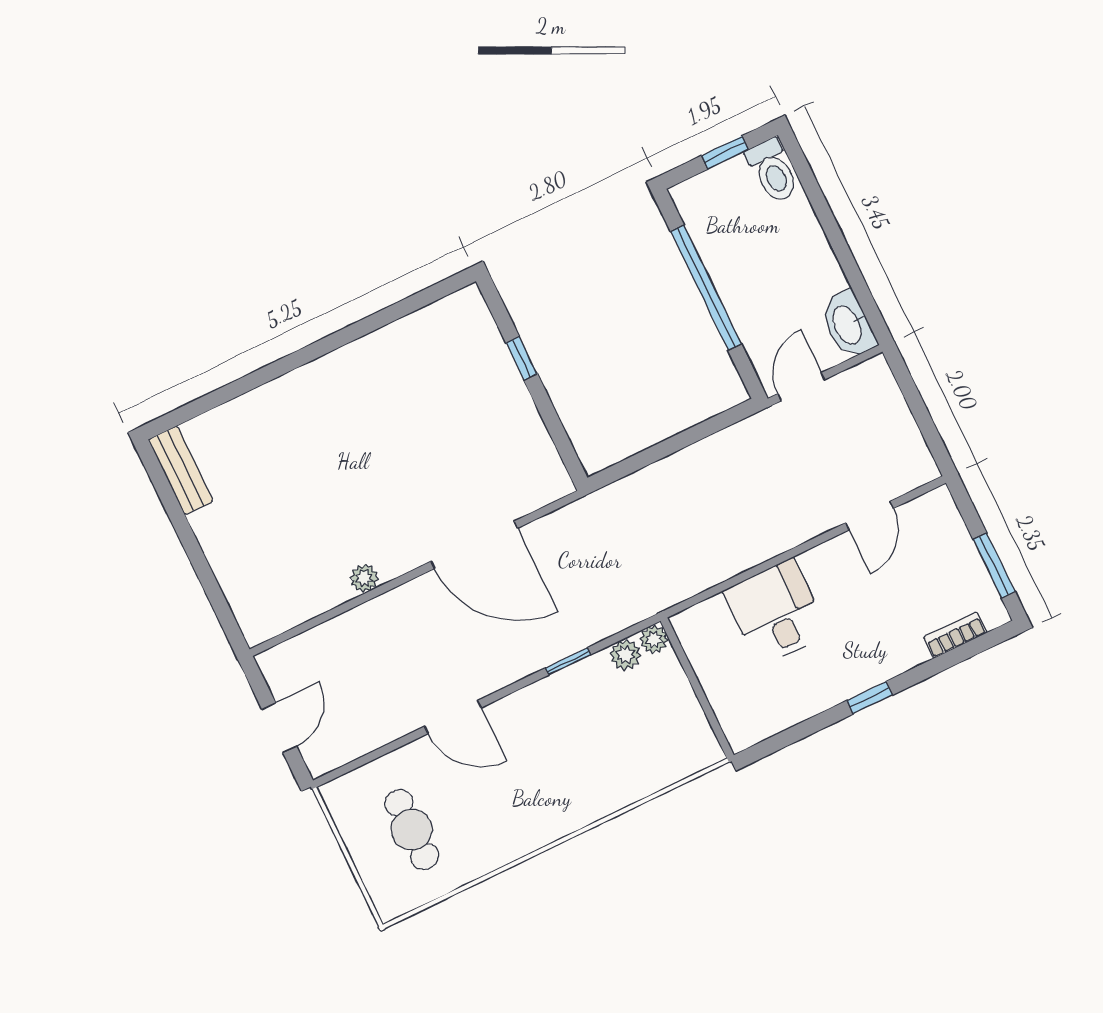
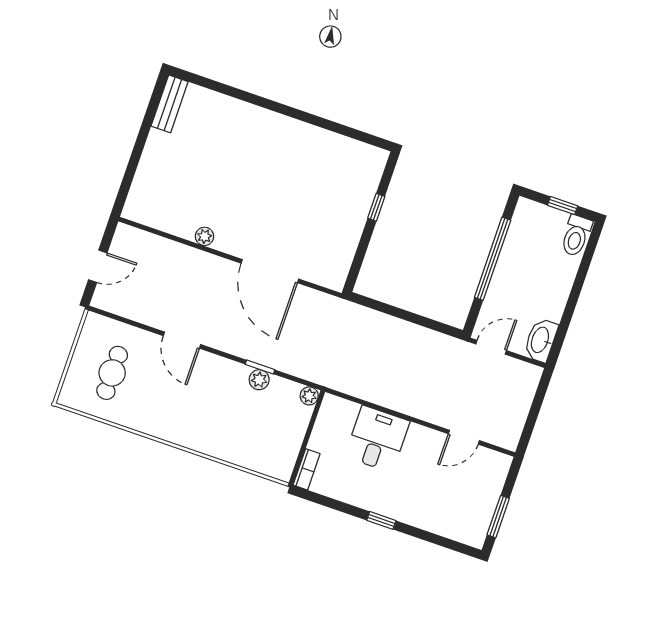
bookcase: (955, 635) -> (307, 469), moved, turned 90
plant: (625, 655) -> (259, 380), moved

